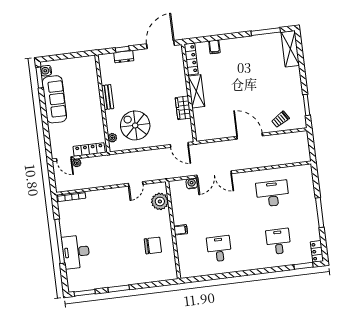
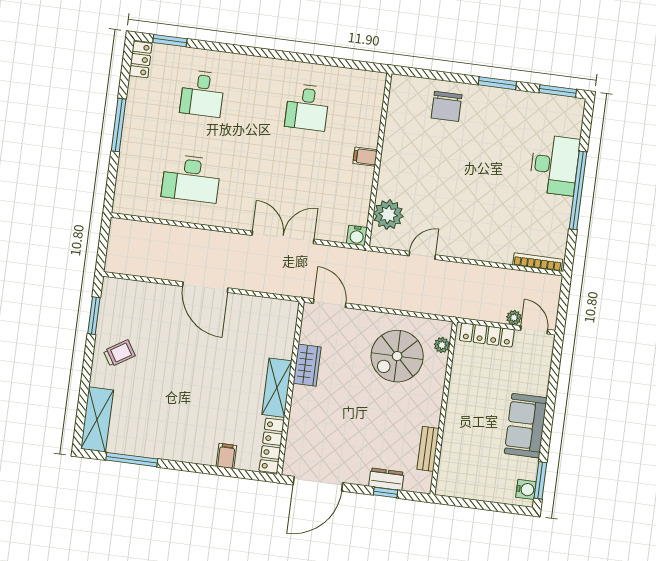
bench: (107, 97) -> (428, 449), moved
sofa: (54, 99) -> (526, 426), width x0.73
trolley: (280, 119) -> (119, 353), moved
spiral stairs: (135, 125) -> (397, 356), turned 90
water cooler: (192, 183) -> (357, 235), moved
chair: (153, 246) -> (447, 106), moved, turned -90

